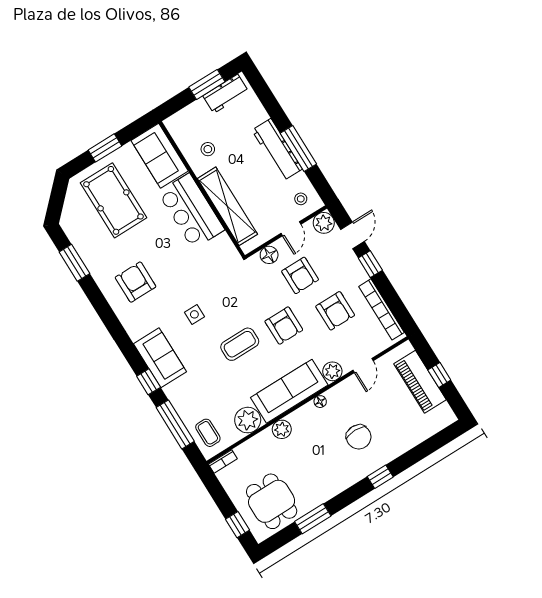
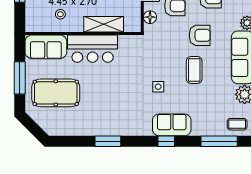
window: (105, 148) -> (20, 78), width x1.44
shelving: (227, 206) -> (104, 24), width x0.68
window: (74, 263) -> (108, 141), moved
armchair: (136, 282) -> (115, 111), removed
window: (149, 382) -> (166, 141), moved

